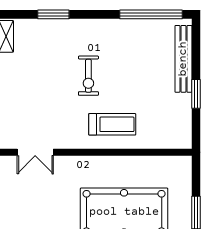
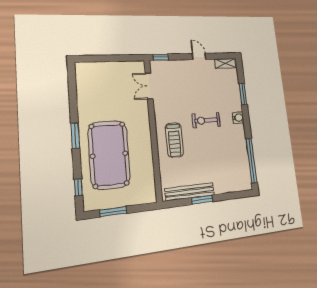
water cooler: (88, 27) -> (238, 118), added
bench: (183, 59) -> (190, 192), moved

